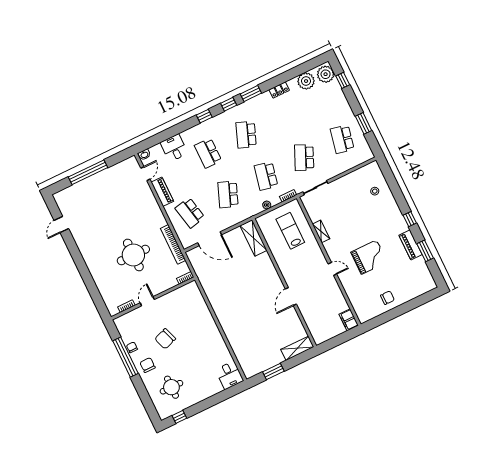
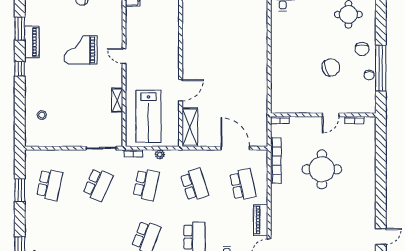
school desk: (228, 194) -> (194, 185), turned -39
lab bench: (290, 231) -> (148, 116), width x1.36, depth x1.39
door: (291, 297) -> (181, 90), moved

